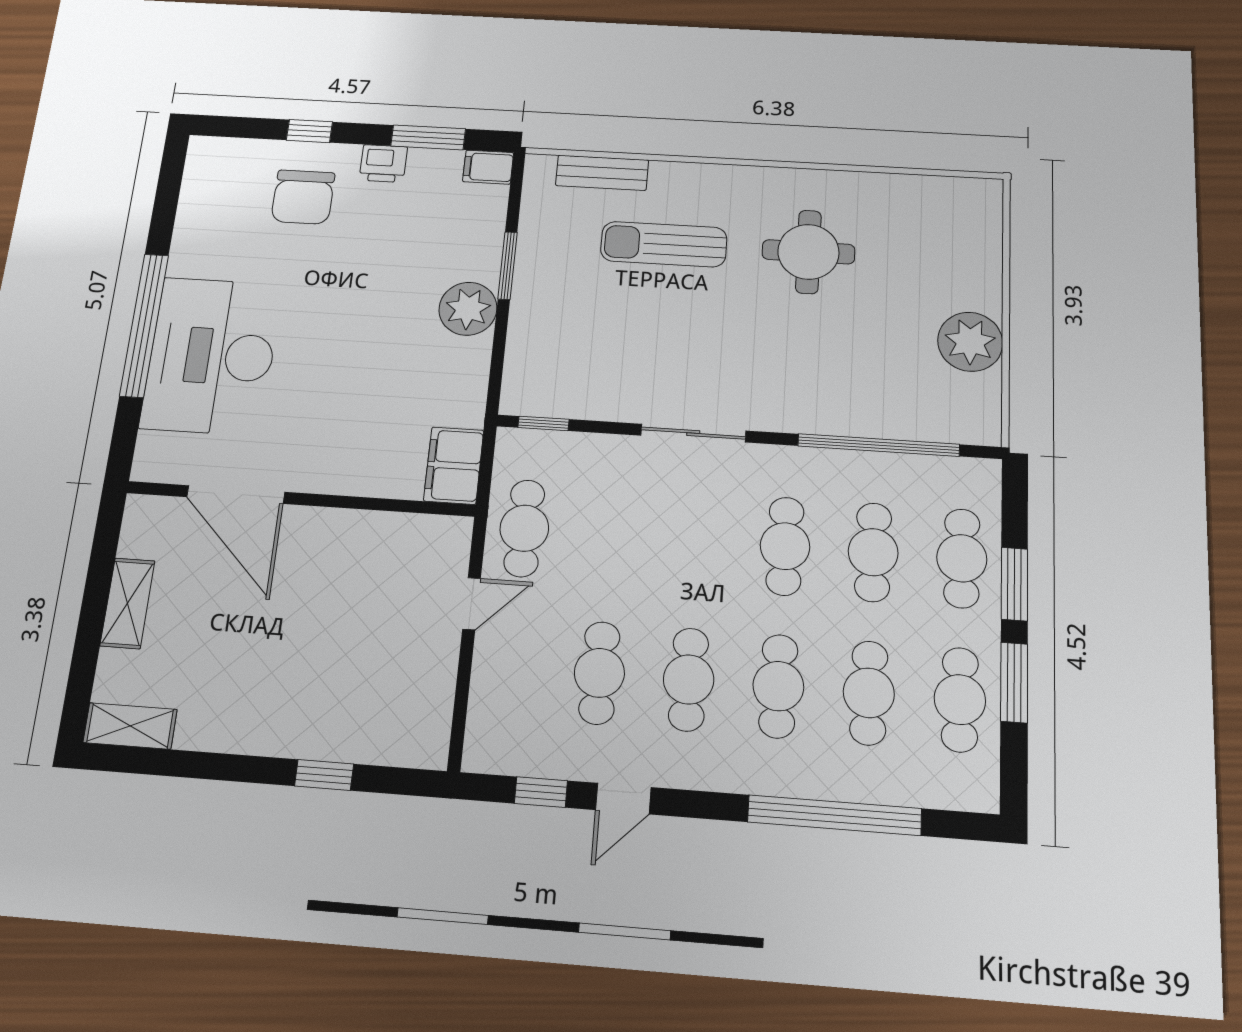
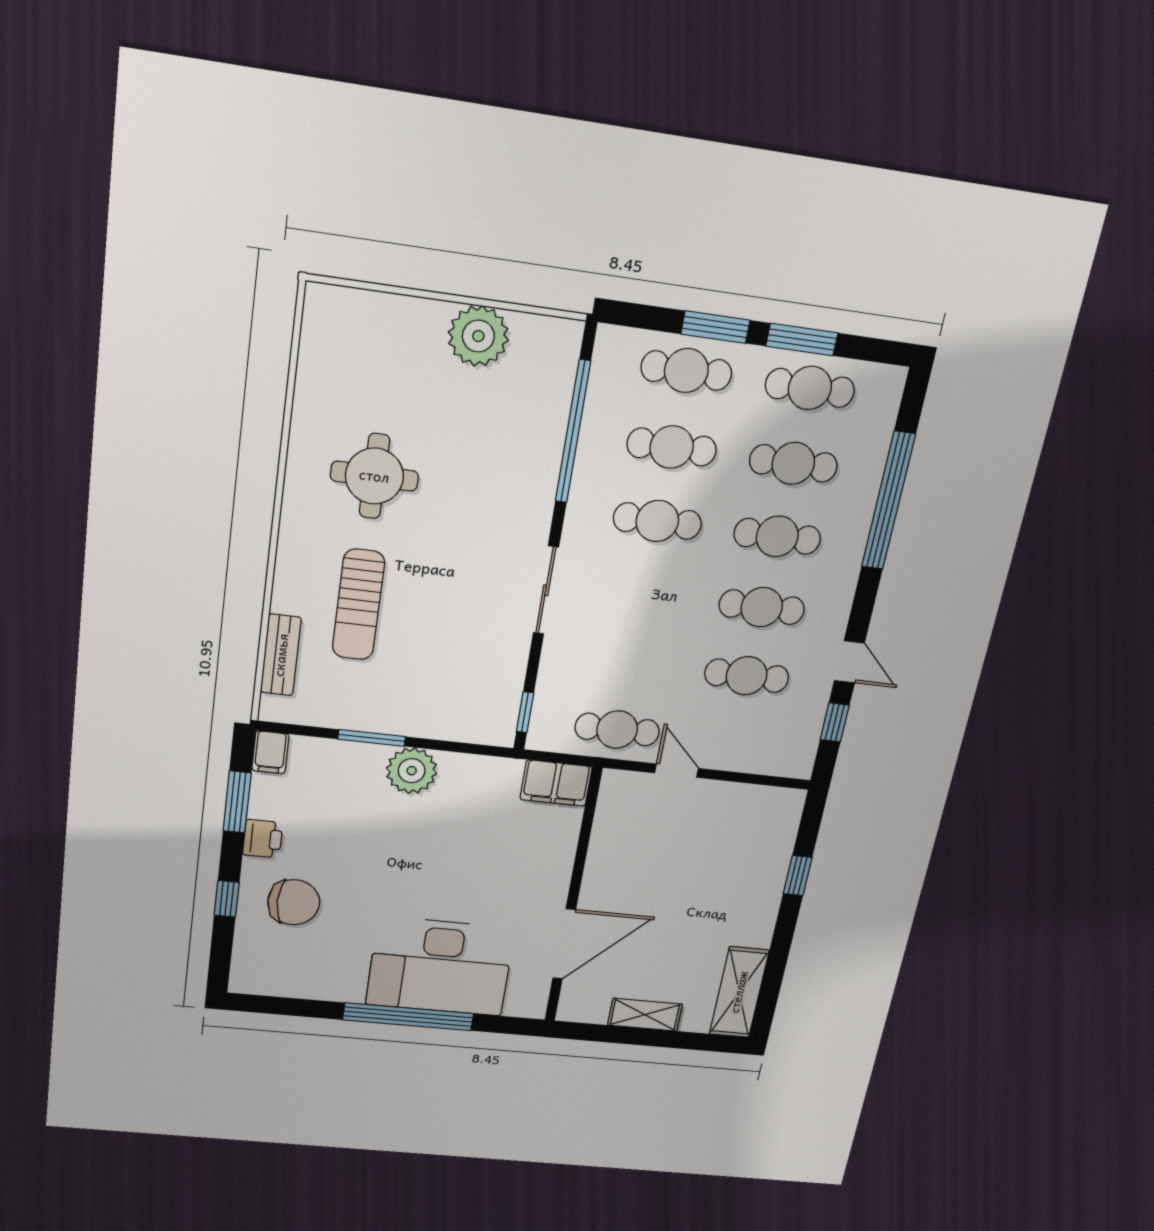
shelving: (130, 726) -> (739, 992), width x1.50, depth x1.33

